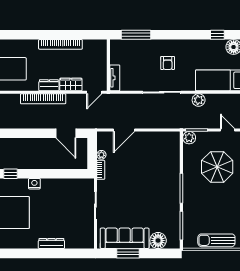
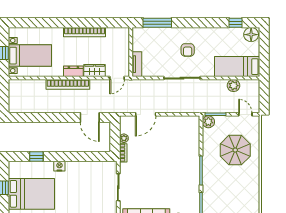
plant: (199, 100) -> (233, 86), moved

